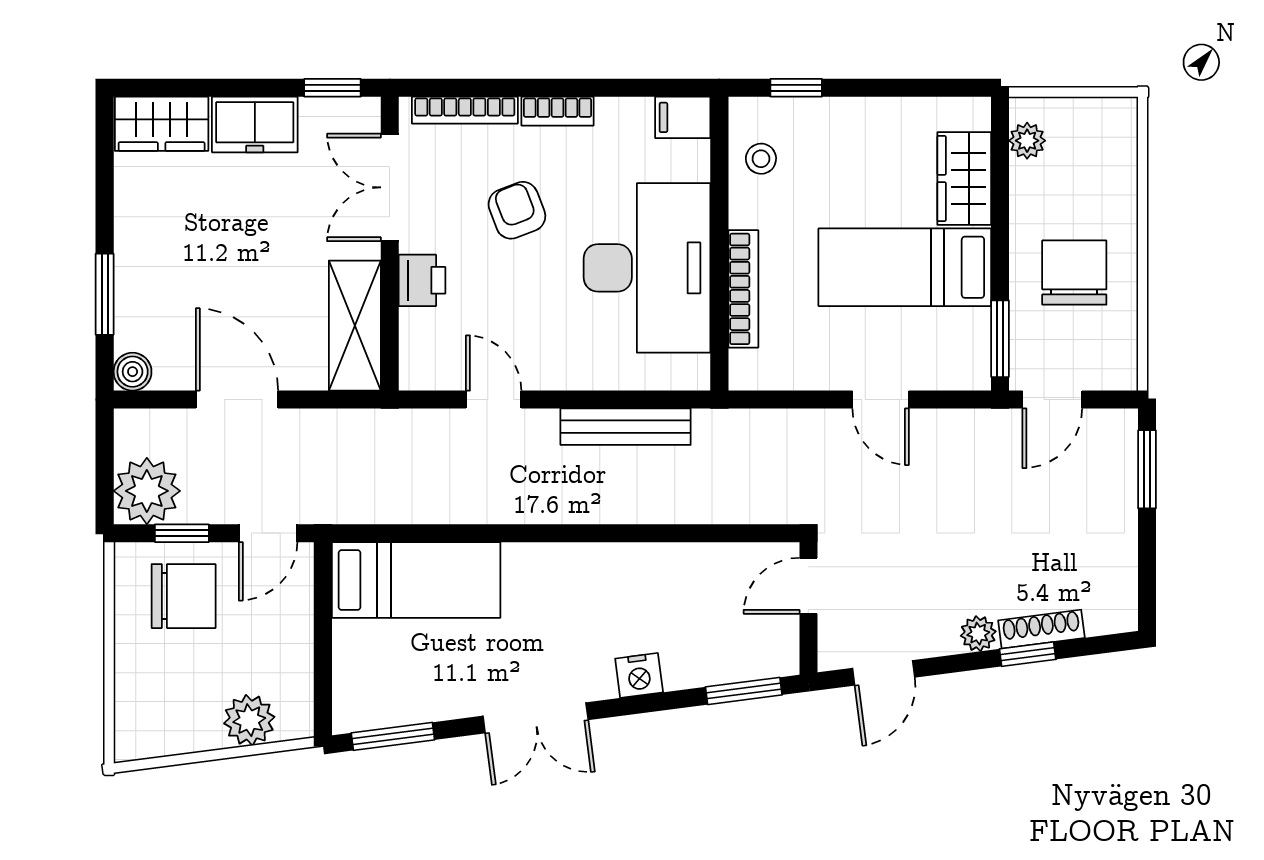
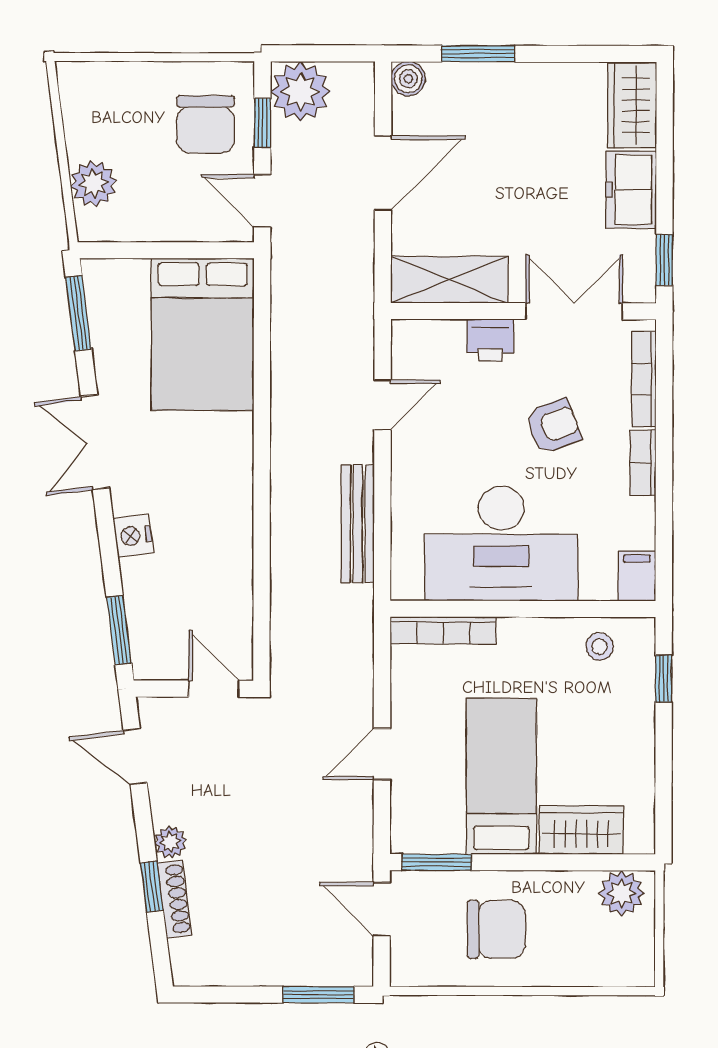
plant: (1027, 141) -> (622, 893), width x1.38, depth x1.38
bookcase: (743, 289) -> (443, 630), moved
bed: (416, 580) -> (203, 334), width x1.50

